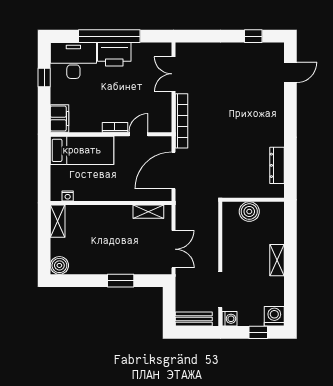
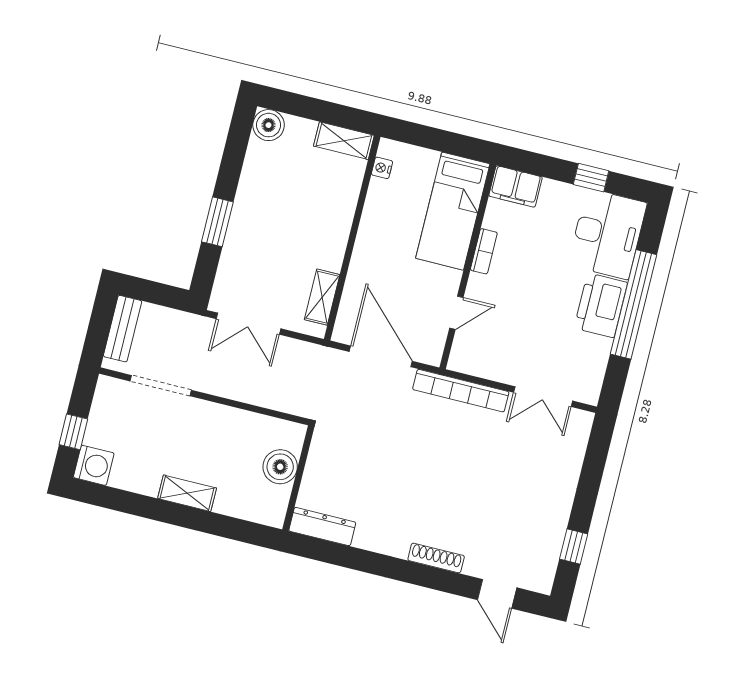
double door: (173, 74) -> (543, 397), swing flipped
shoe rack: (279, 111) -> (436, 558), added
bookcase: (115, 127) -> (484, 251), moved
door: (138, 134) -> (456, 313), hinge flipped
dresser: (277, 165) -> (322, 527), moved
washing machine: (230, 319) -> (108, 389), removed

